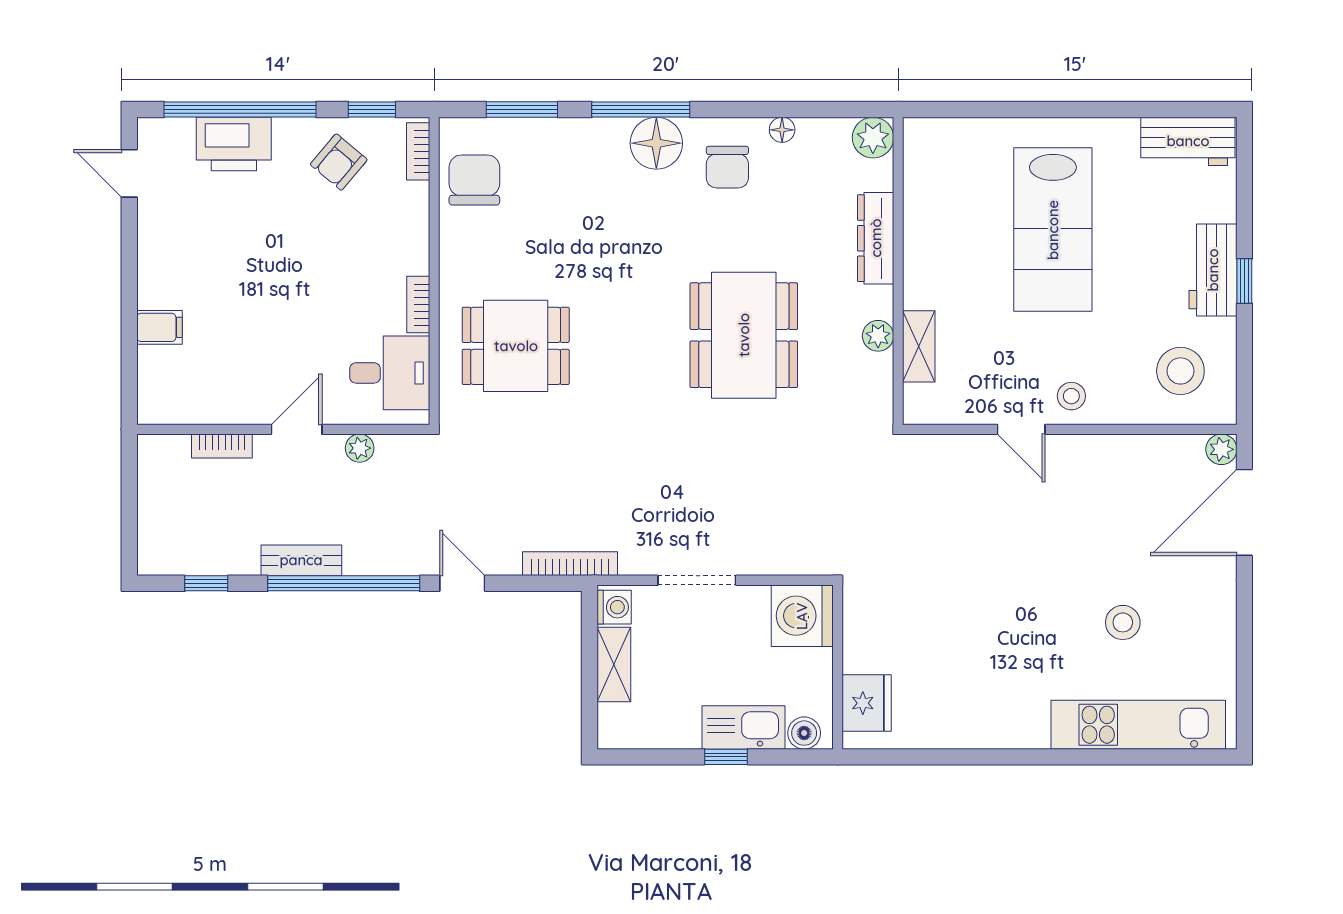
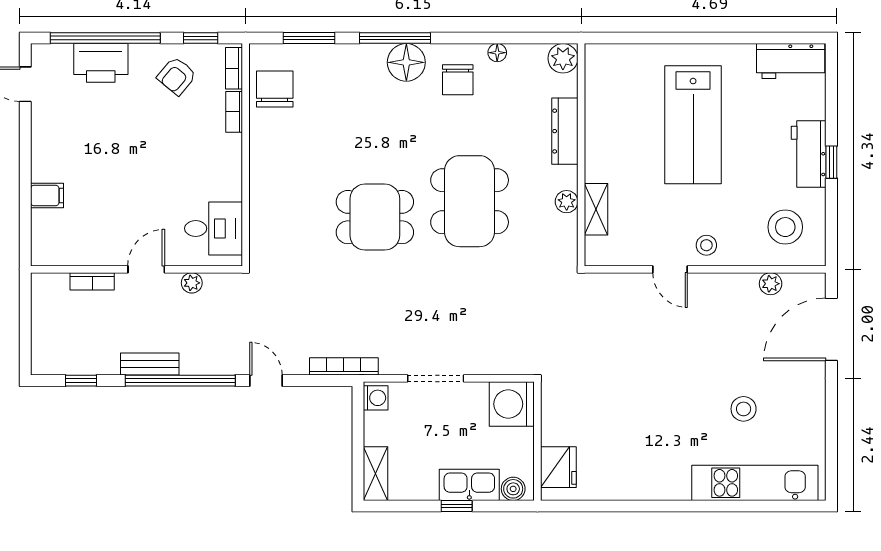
bookcase: (418, 305) -> (234, 112), moved
dining table: (516, 346) -> (375, 217), moved
plant: (1221, 449) -> (771, 284), moved
shelving: (614, 665) -> (376, 474), moved

